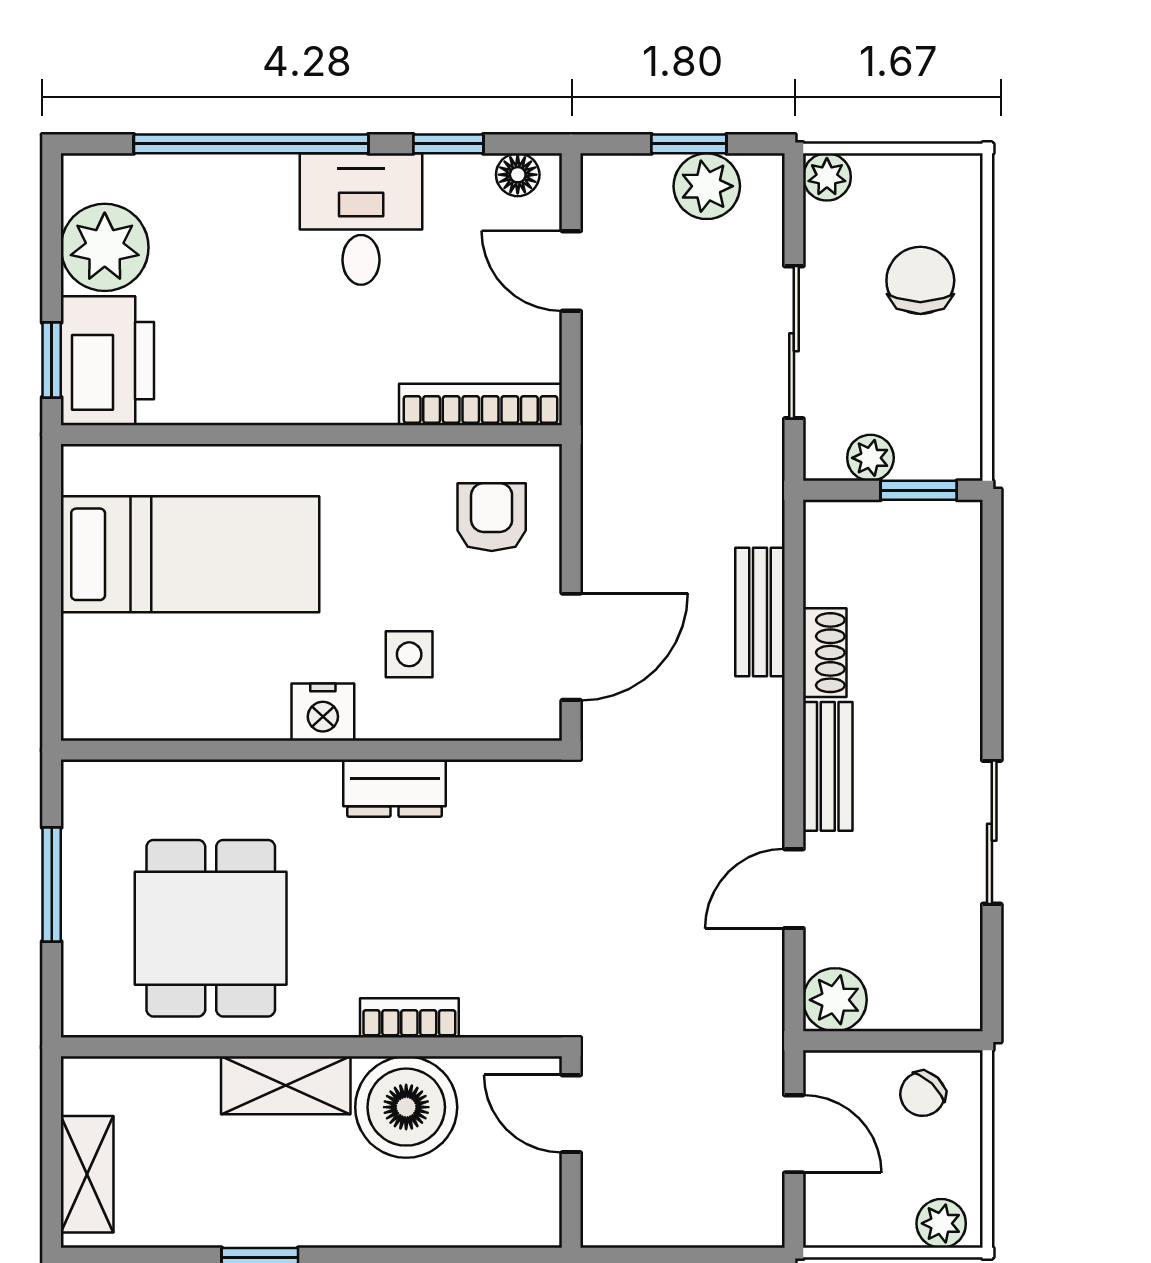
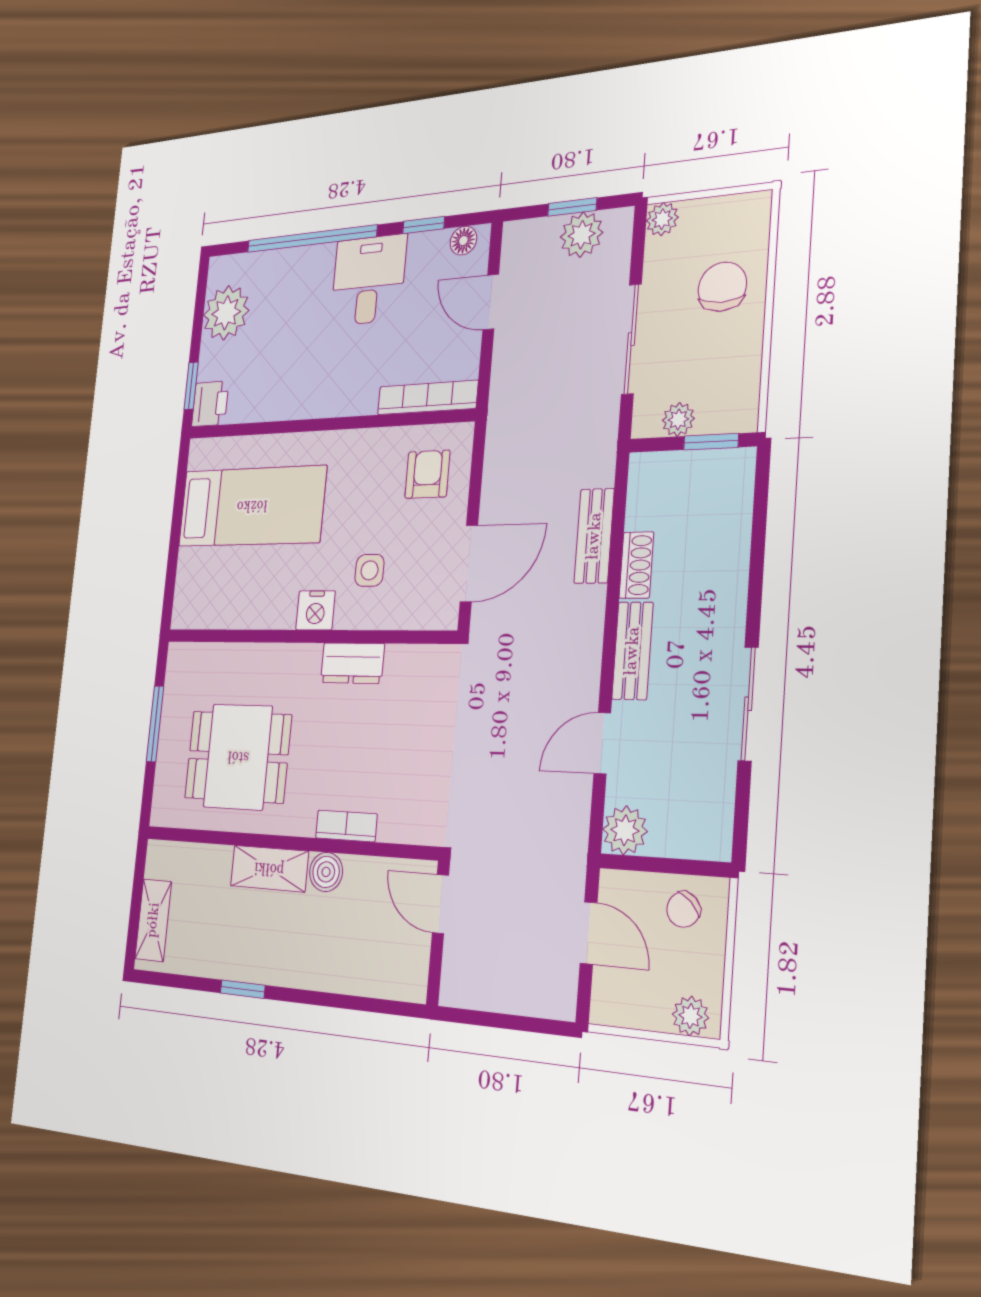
printer: (107, 361) -> (210, 404), width x0.53, depth x0.68
dining table: (211, 928) -> (238, 757), turned 90
boiler: (406, 1107) -> (326, 872), width x0.54, depth x0.54

